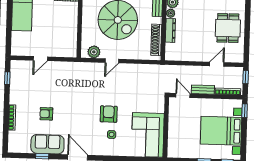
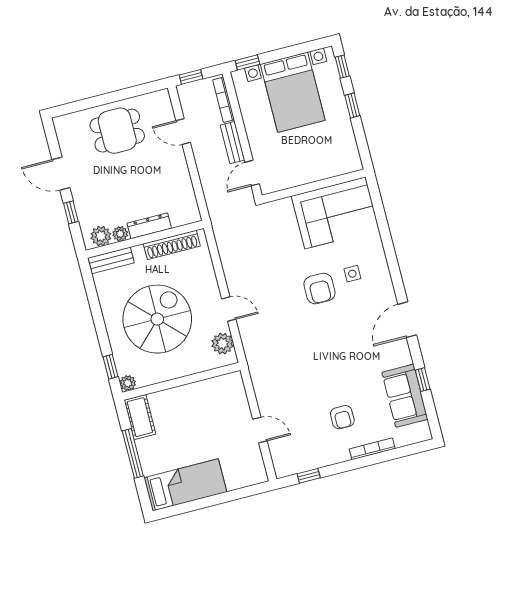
armchair: (46, 114) -> (342, 417), moved
armchair: (109, 114) -> (319, 289), turned -90
sofa: (47, 144) -> (405, 396), moved

